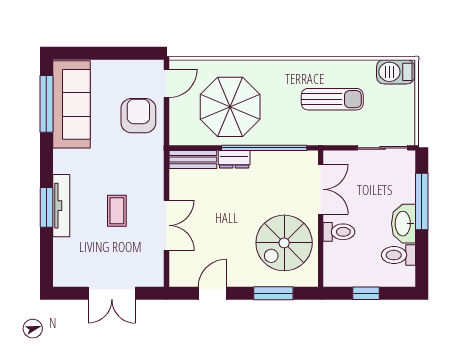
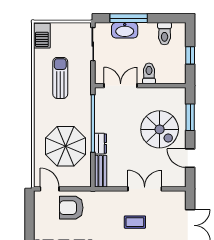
washbasin: (403, 224) -> (125, 30), moved
spiral stairs: (284, 243) -> (160, 129), moved

